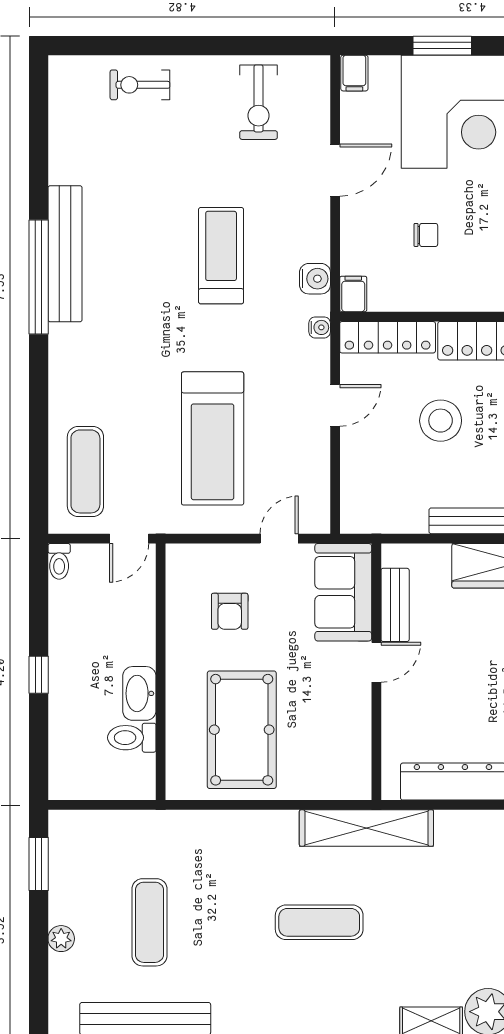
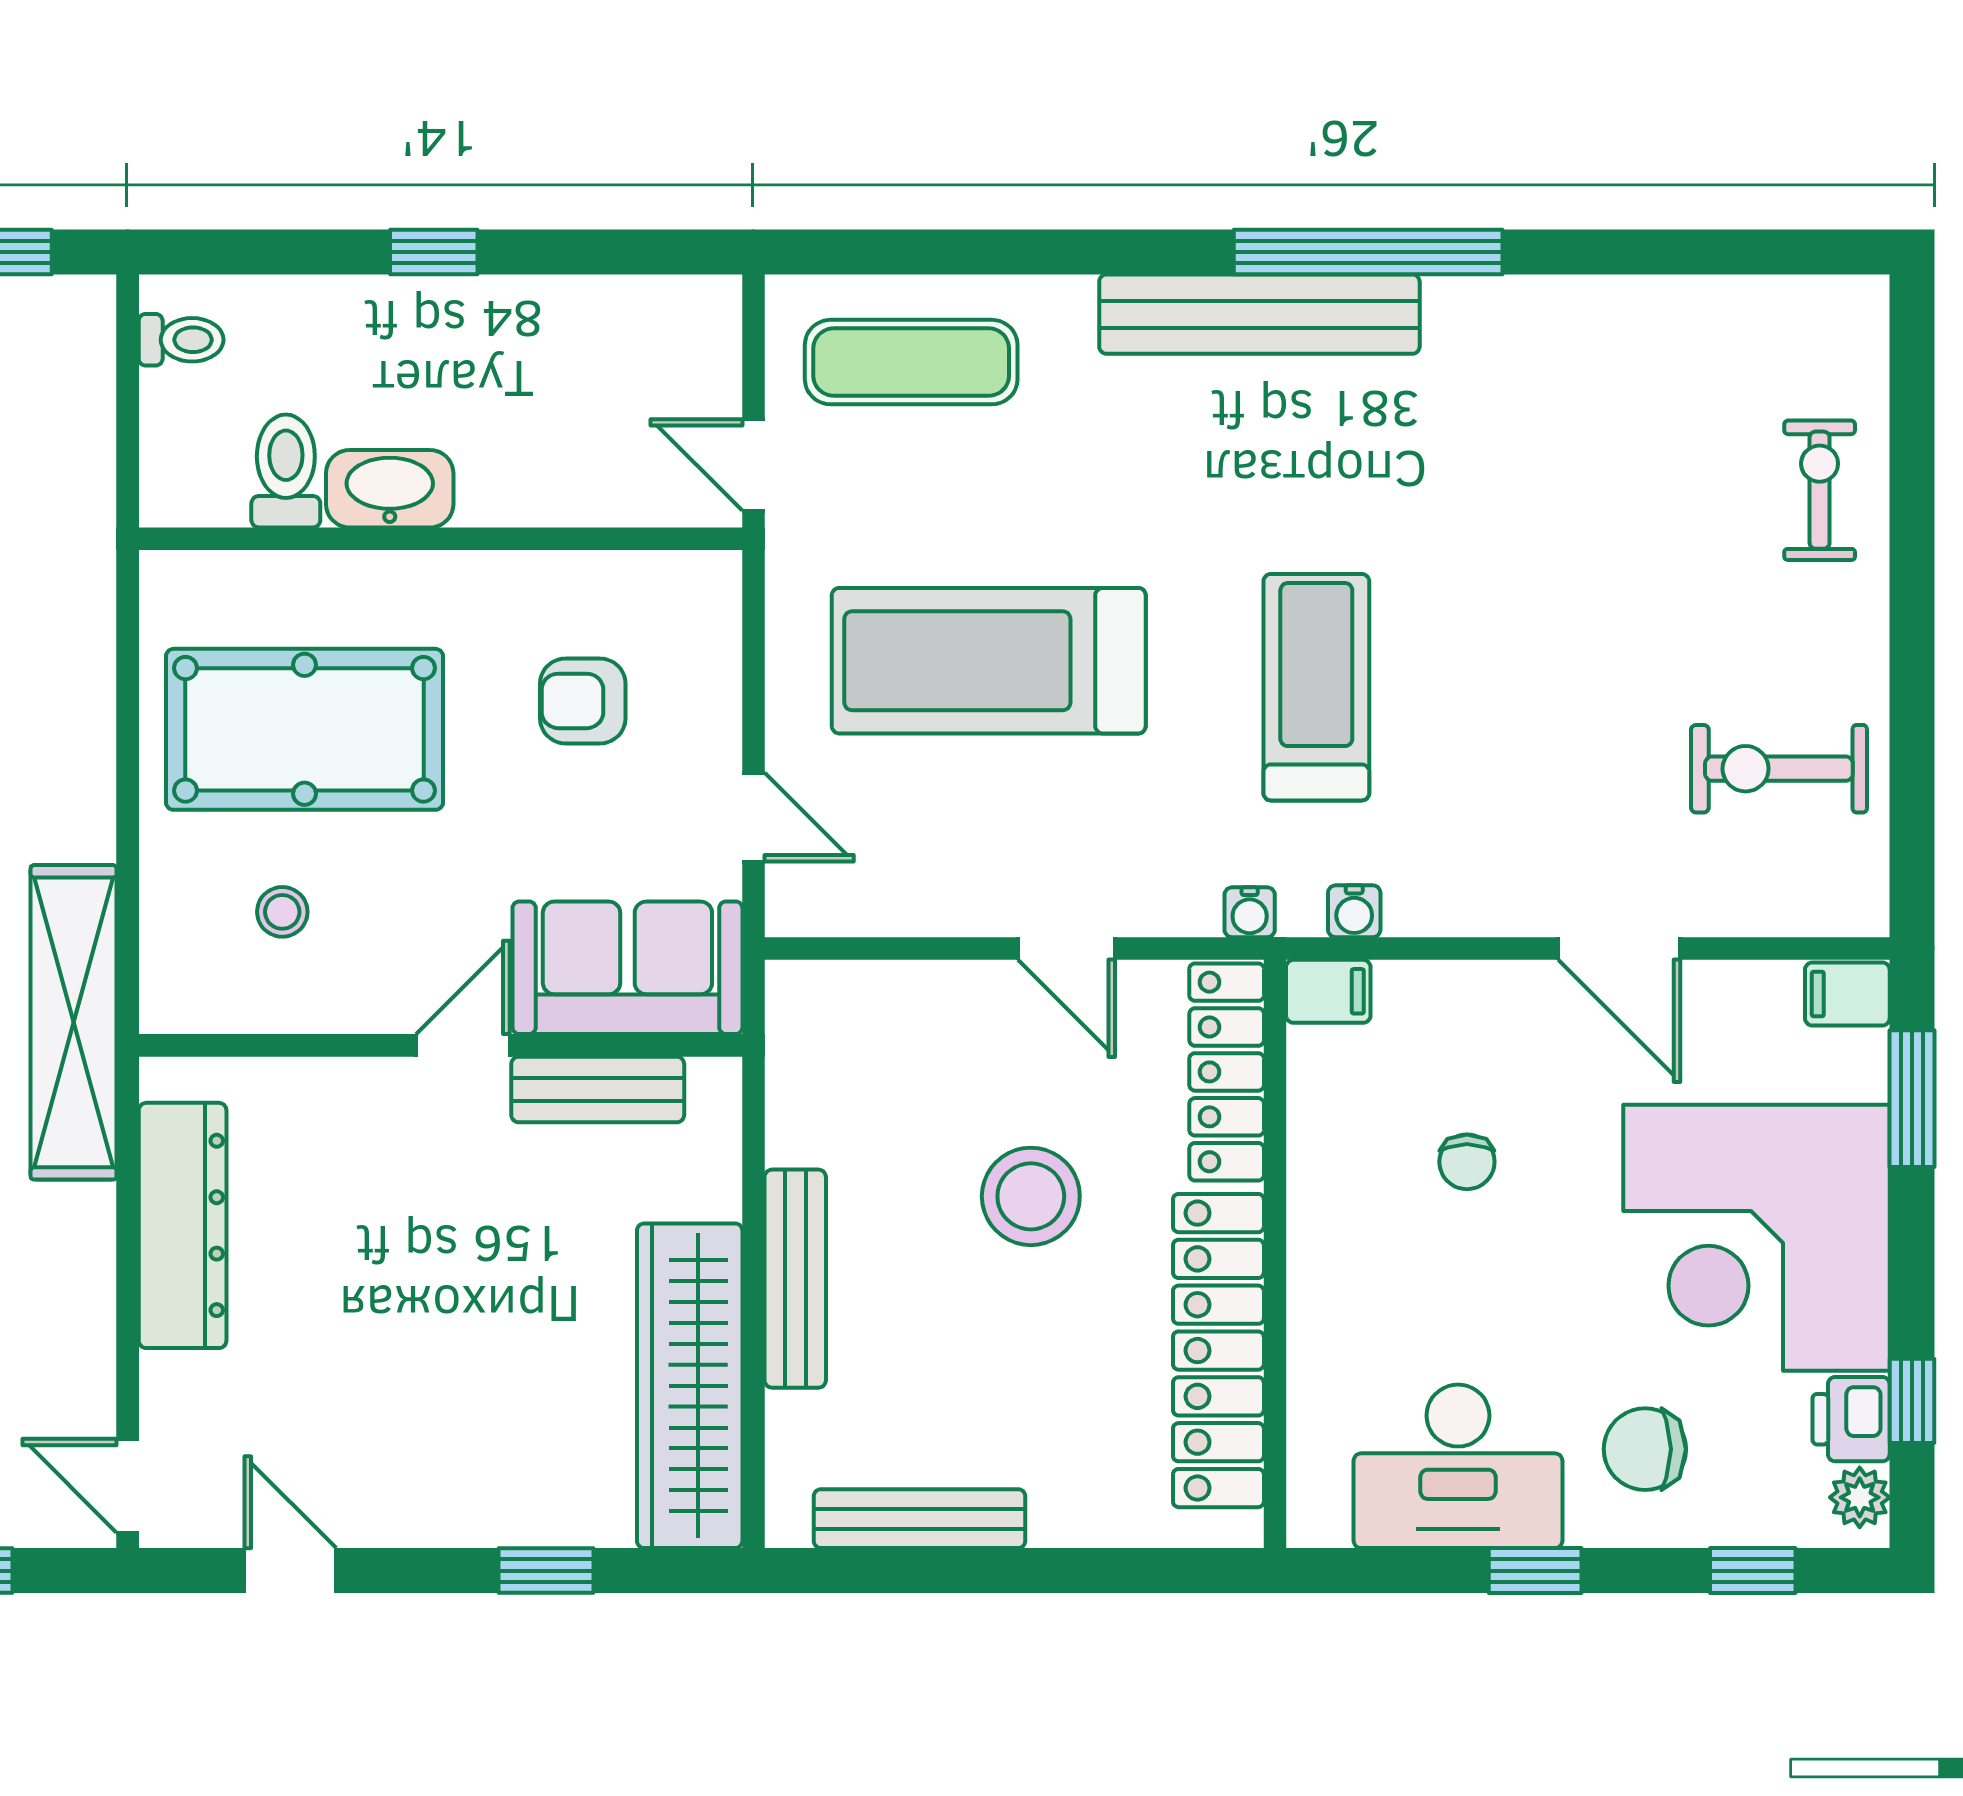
window: (442, 46) -> (1912, 1099), moved
bench: (65, 254) -> (1259, 314), moved
treadmill: (221, 256) -> (1316, 687), moved, turned -90
water cooler: (315, 279) -> (1354, 911), width x0.72, depth x0.72
toilet: (59, 561) -> (181, 340), moved, turned 180
door: (376, 662) -> (463, 1045), swing flipped
stool: (319, 739) -> (282, 912), added

